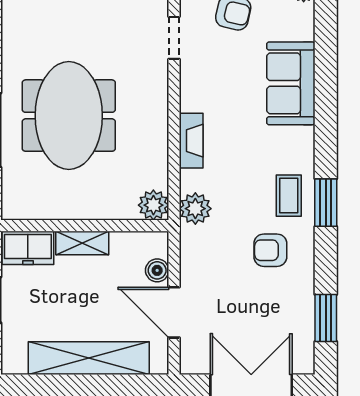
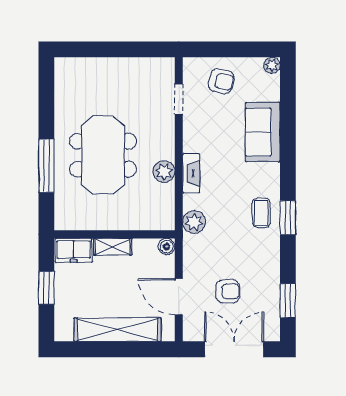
plant: (153, 205) -> (164, 172), moved
armchair: (270, 250) -> (228, 291), moved, turned 180
boiler: (157, 270) -> (167, 247), moved

